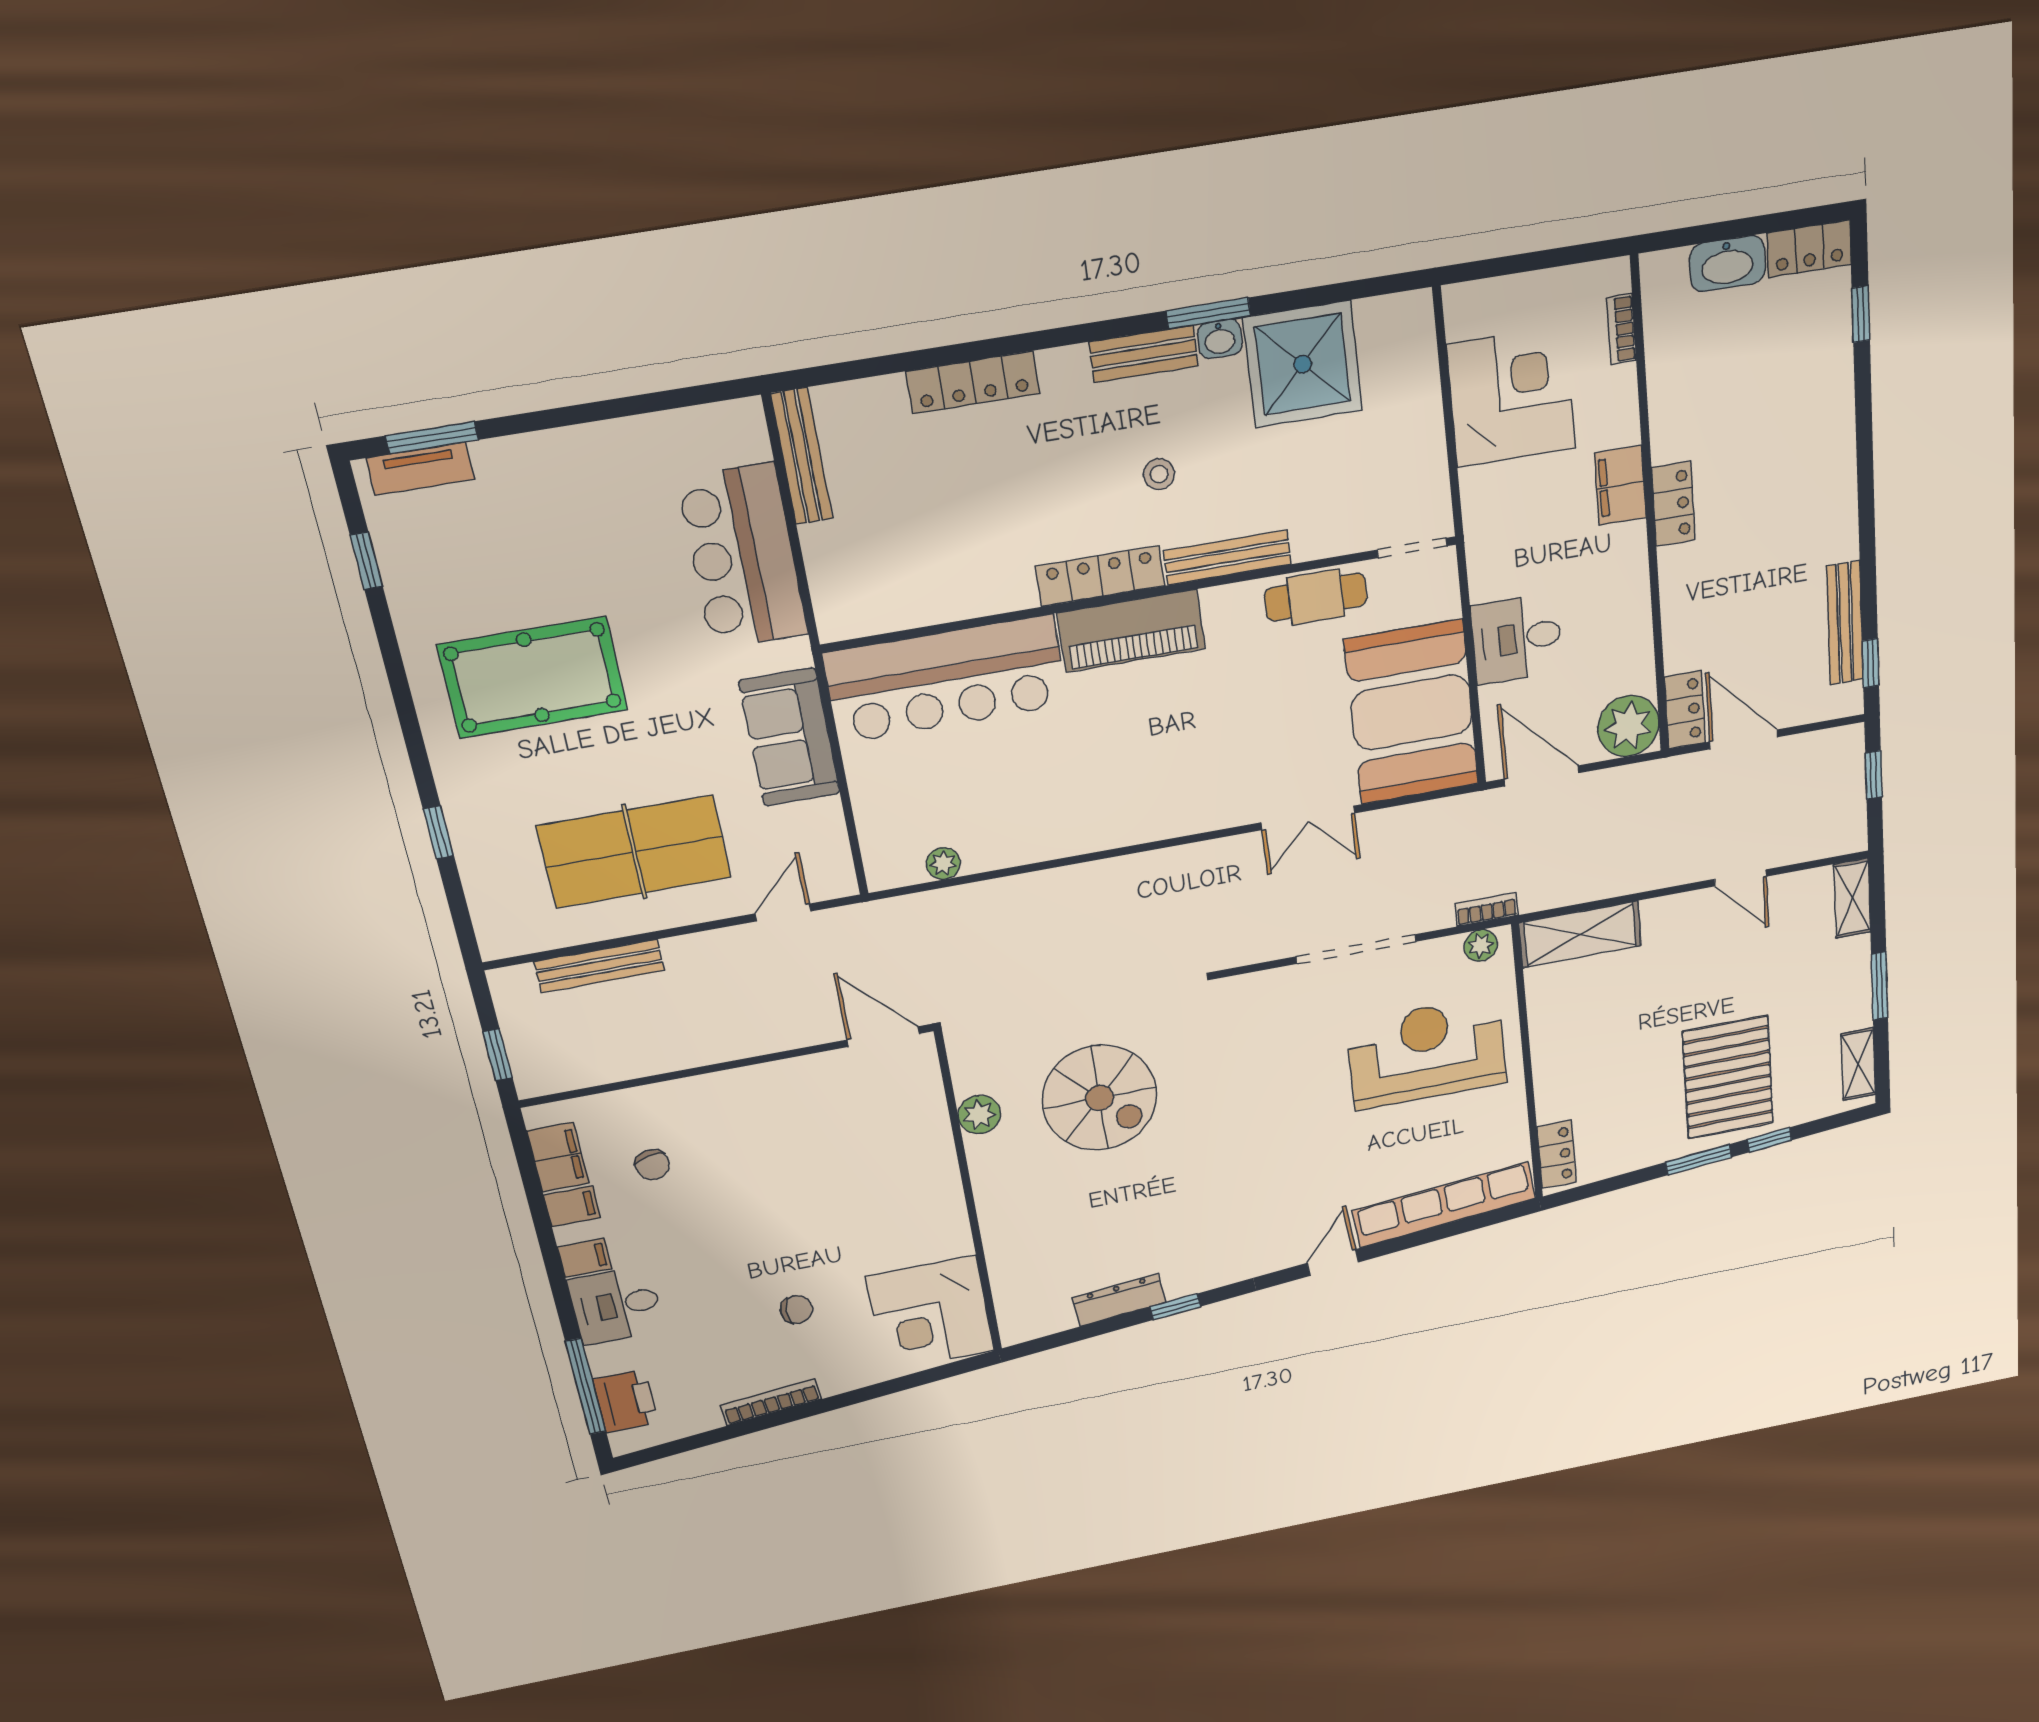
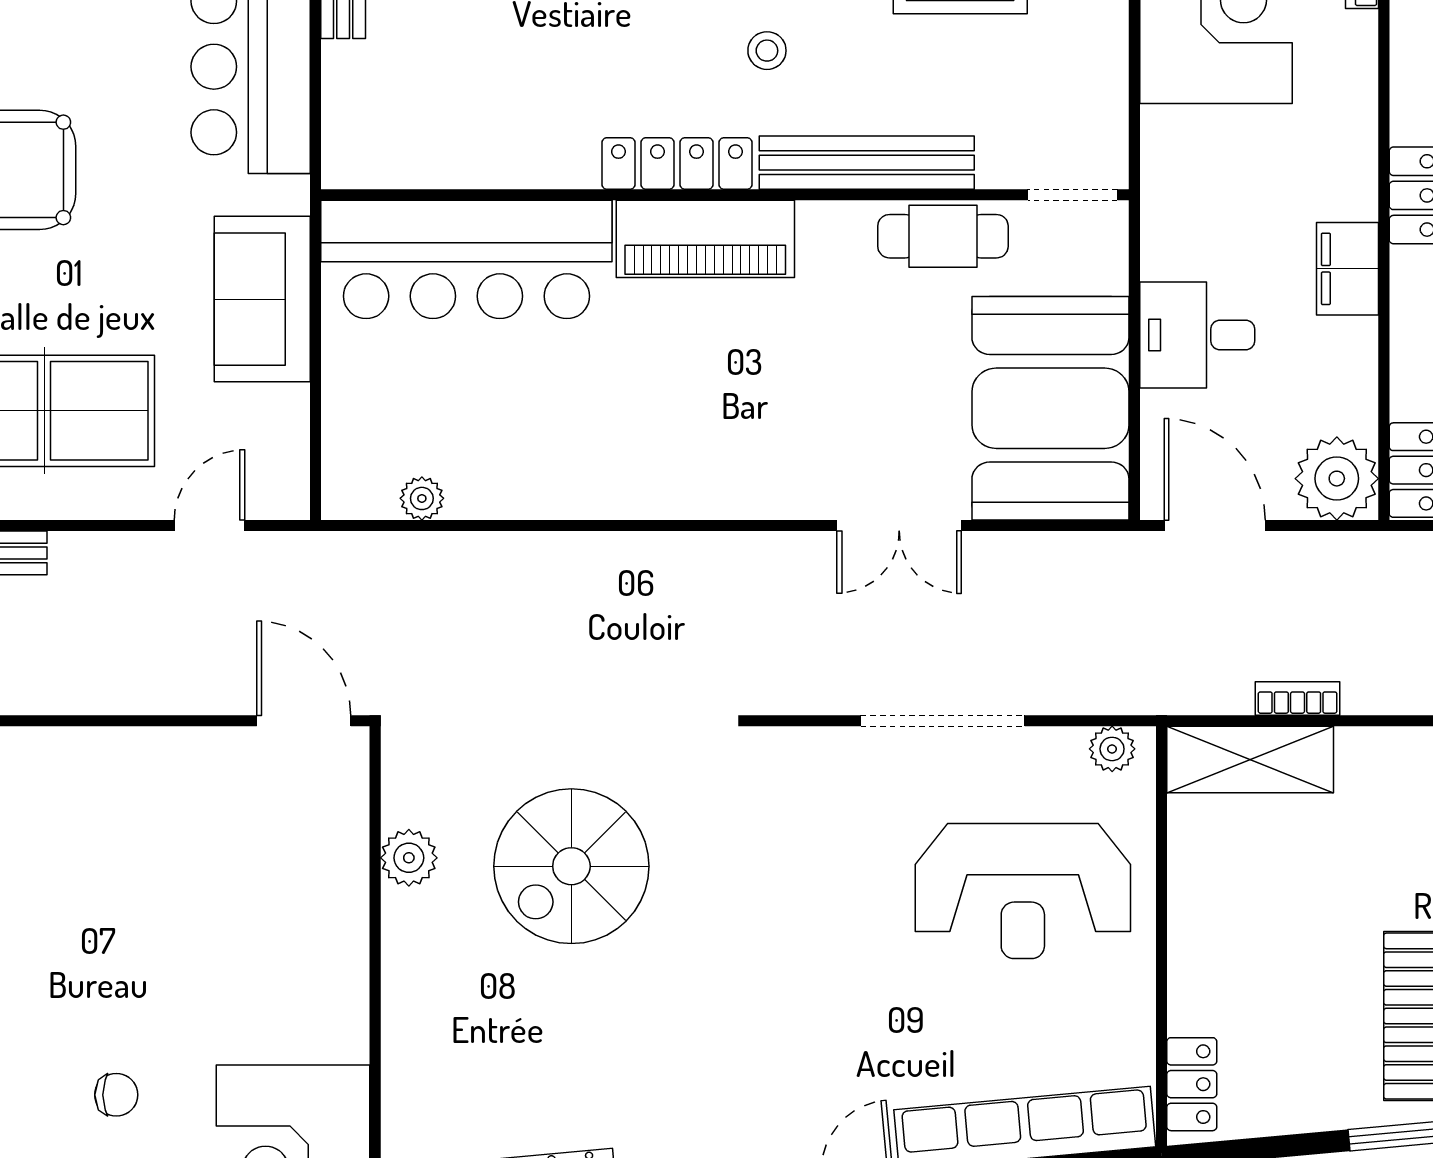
filing cabinet: (1620, 485) -> (1347, 269), moved
bench: (1227, 558) -> (867, 163), width x1.37, depth x1.21
bookcase: (1487, 909) -> (1298, 699), moved
reception desk: (1427, 1053) -> (1023, 891), turned 180
spiral stairs: (1099, 1098) -> (571, 866), turned 90

